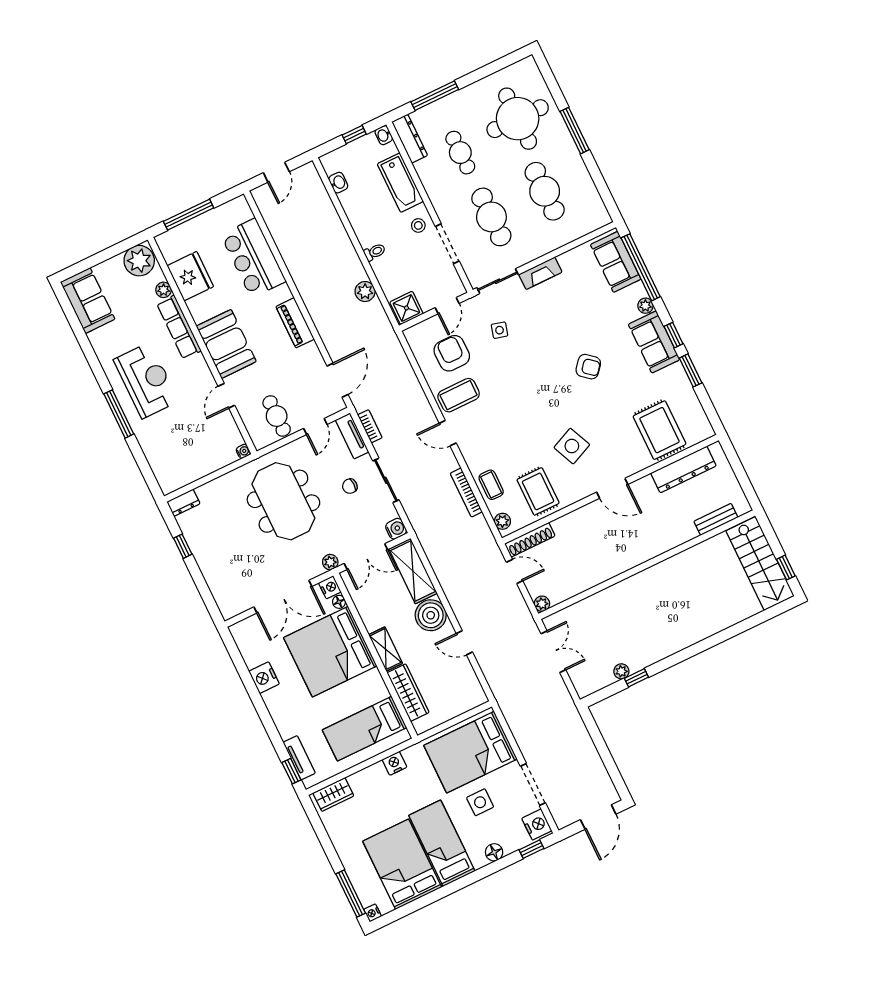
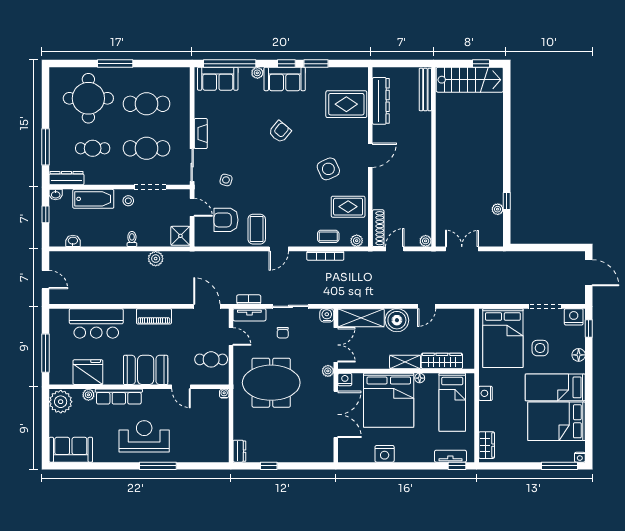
bench: (716, 519) -> (425, 89), width x1.36
floor lamp: (339, 602) -> (420, 378), moved

